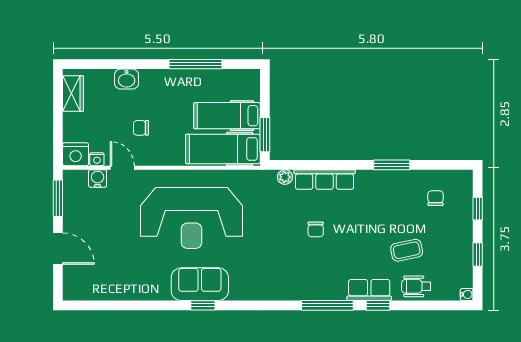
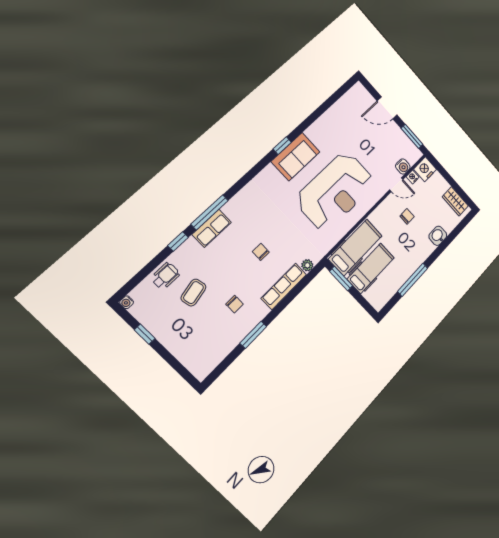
chair: (436, 198) -> (235, 304), moved
window: (478, 209) -> (174, 362), removed
reception desk: (191, 218) -> (335, 191), turned 180
row of seats: (369, 290) -> (212, 228), moved

